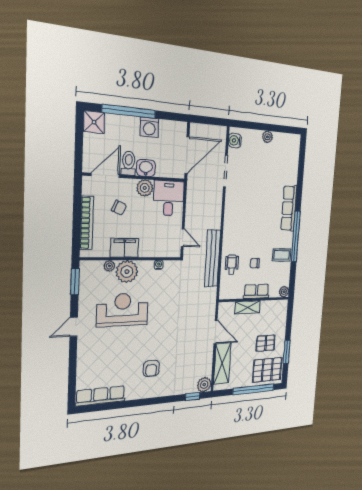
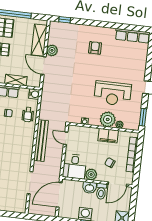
water cooler: (235, 141) -> (34, 94), moved
bench: (212, 258) -> (41, 141), moved
plant: (204, 385) -> (52, 50), moved

